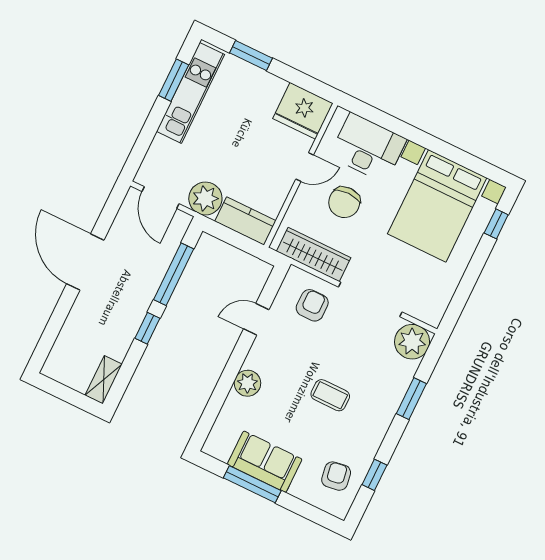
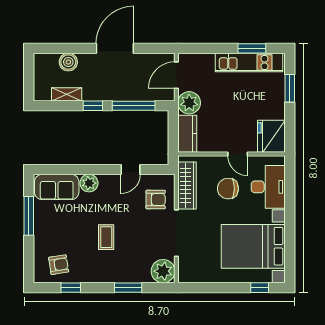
door: (256, 319) -> (131, 170), swing flipped
boiler: (73, 333) -> (68, 62), added
shelving: (104, 380) -> (67, 94), moved
sofa: (265, 462) -> (57, 187), moved, turned 90

